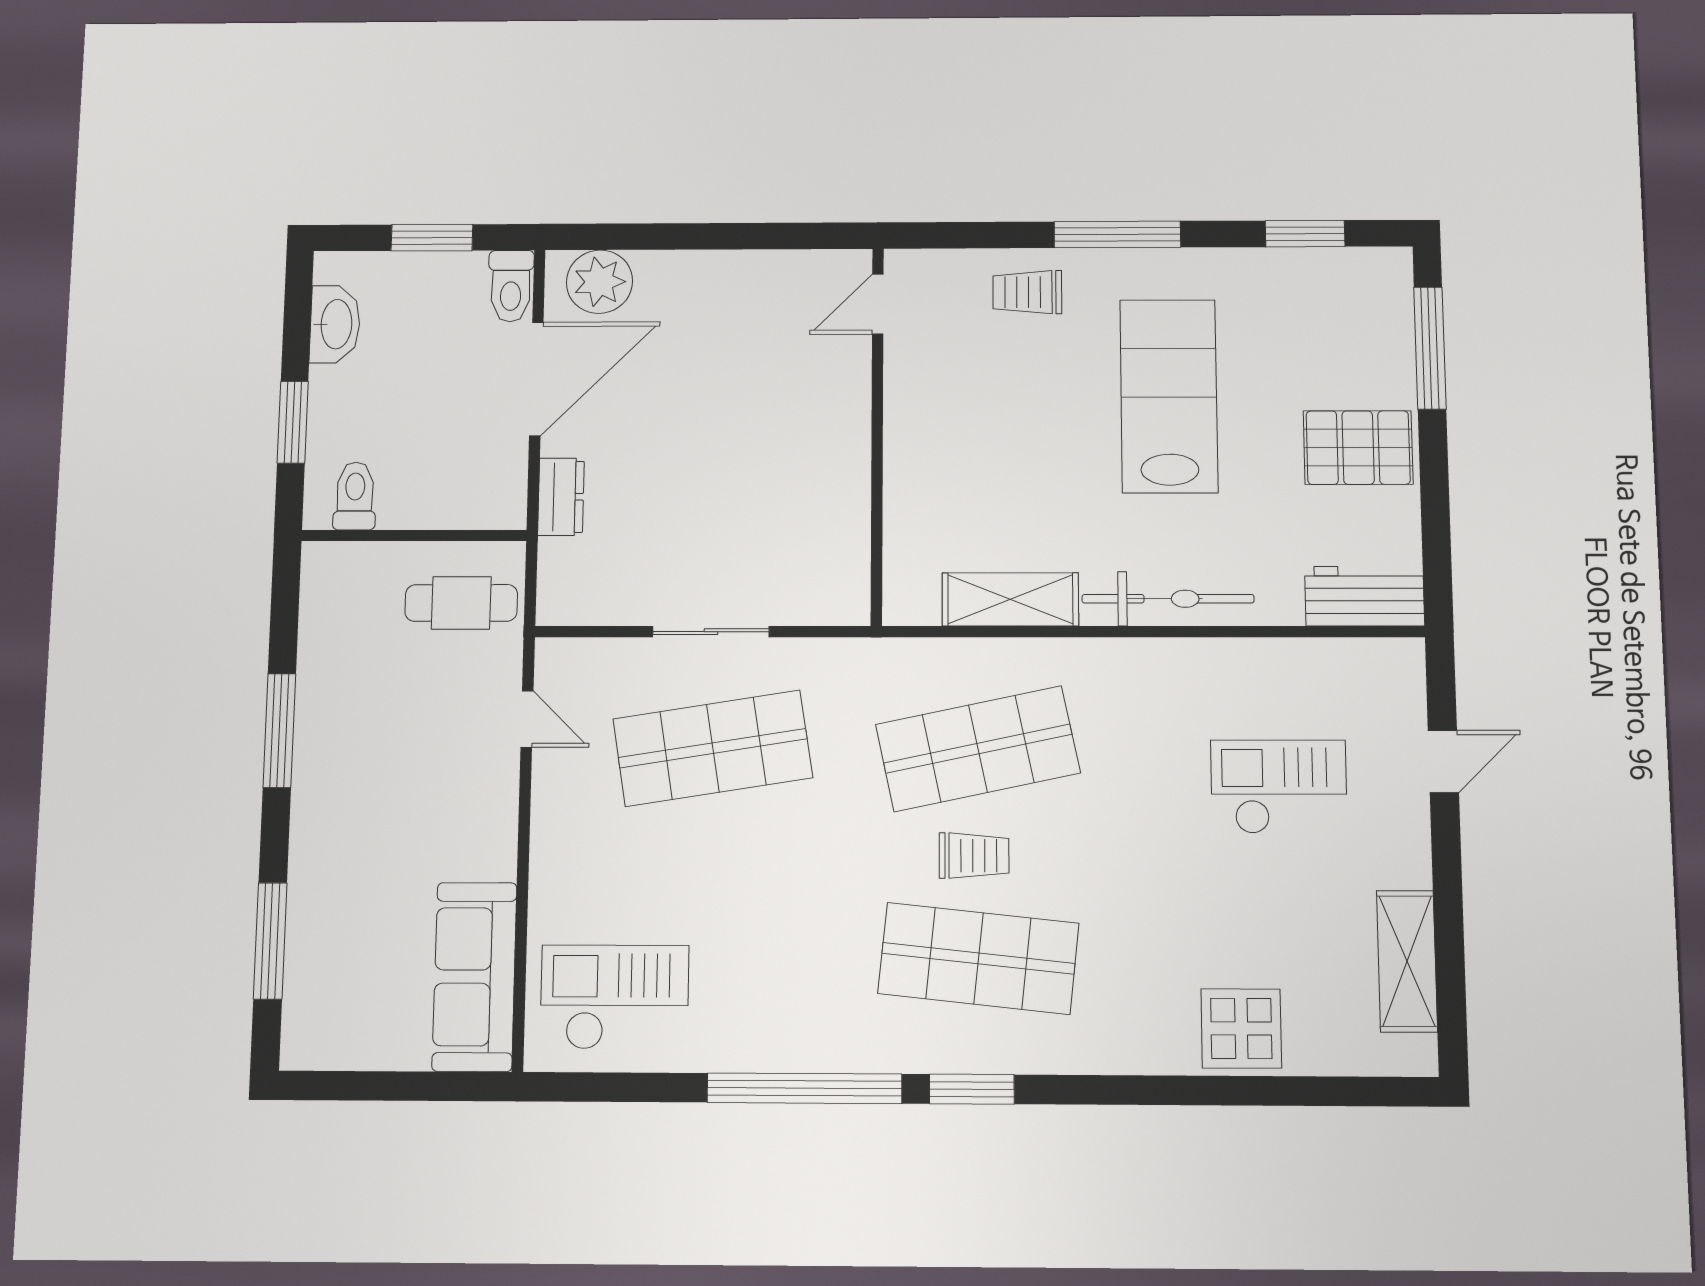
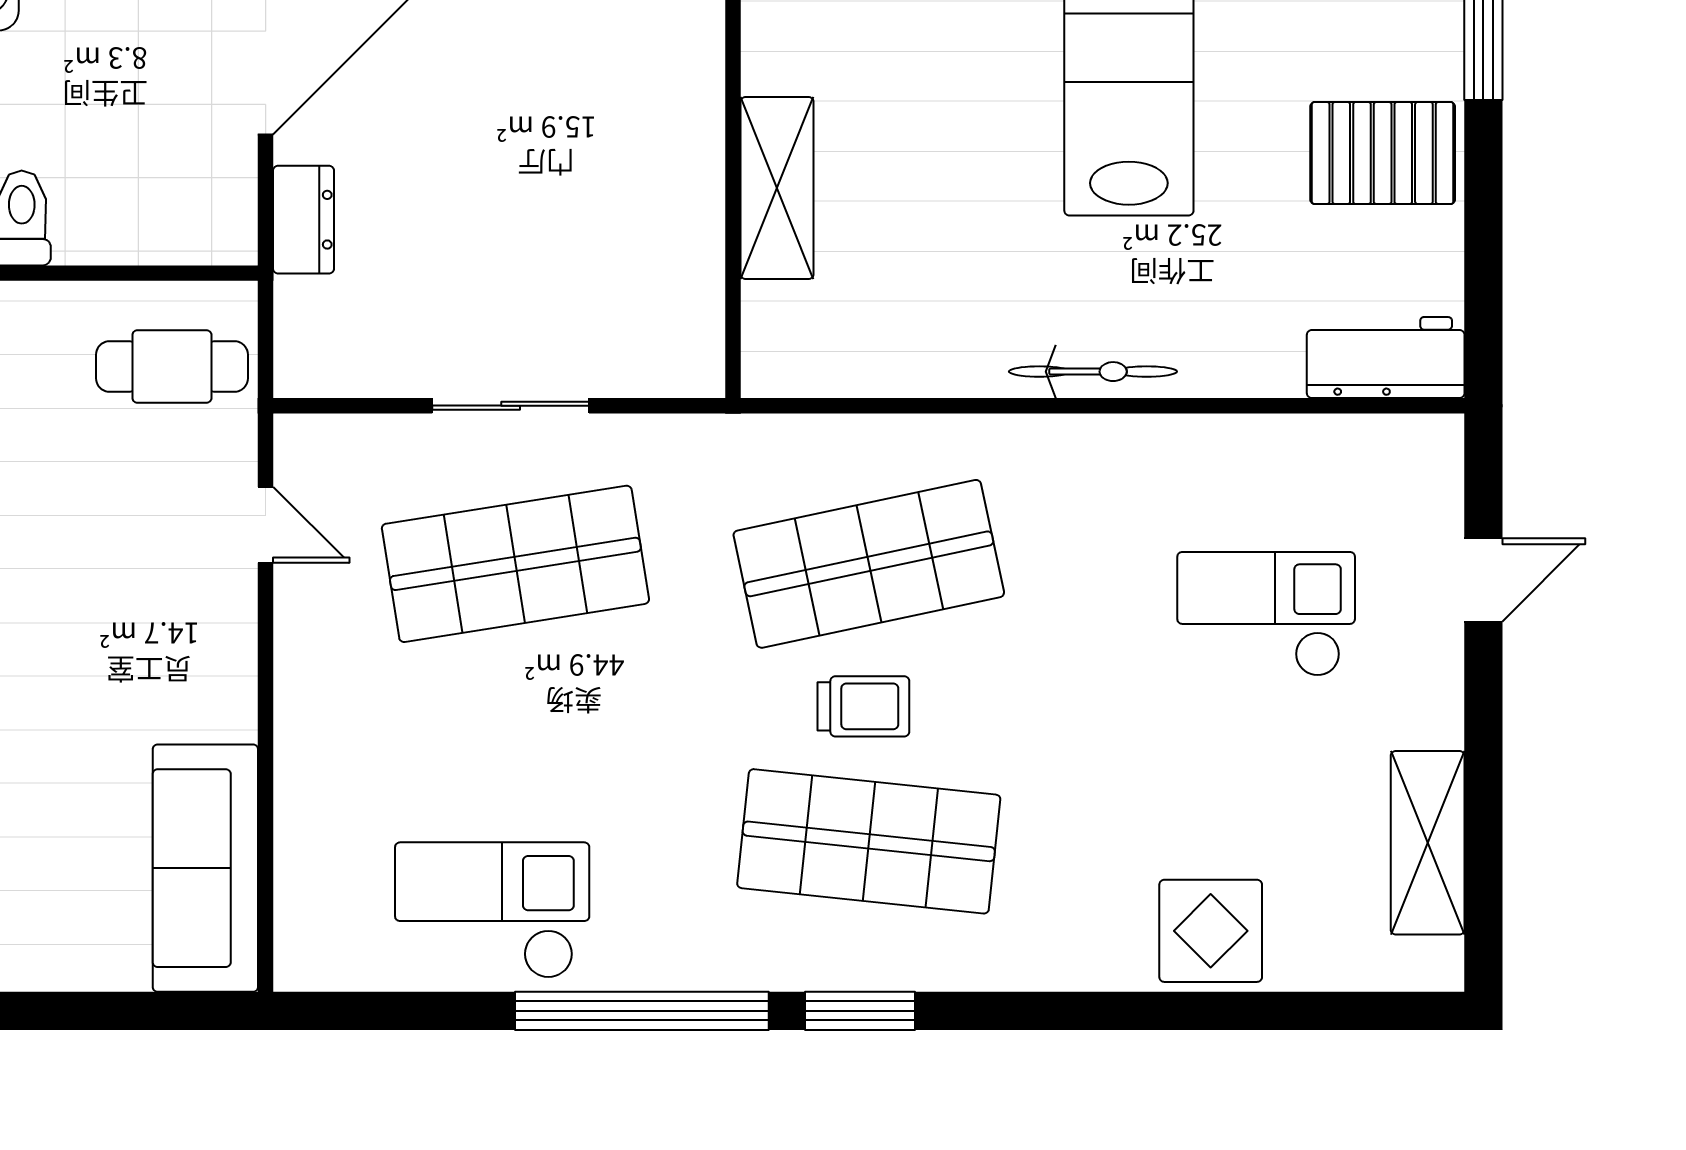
shelving: (1010, 599) -> (777, 188), moved, turned 90
bicycle: (1168, 599) -> (1093, 372), width x0.73, depth x0.71
checkout: (615, 997) -> (492, 910), moved

